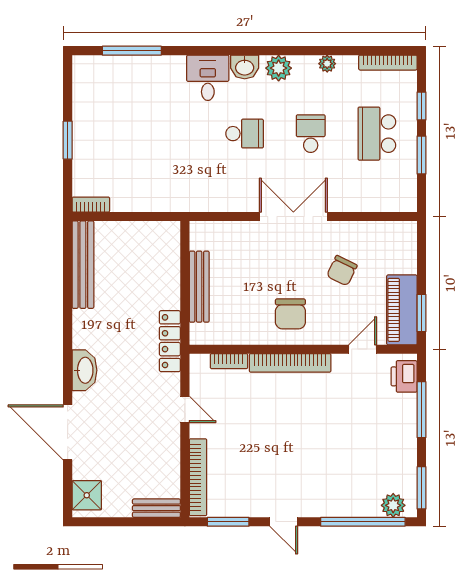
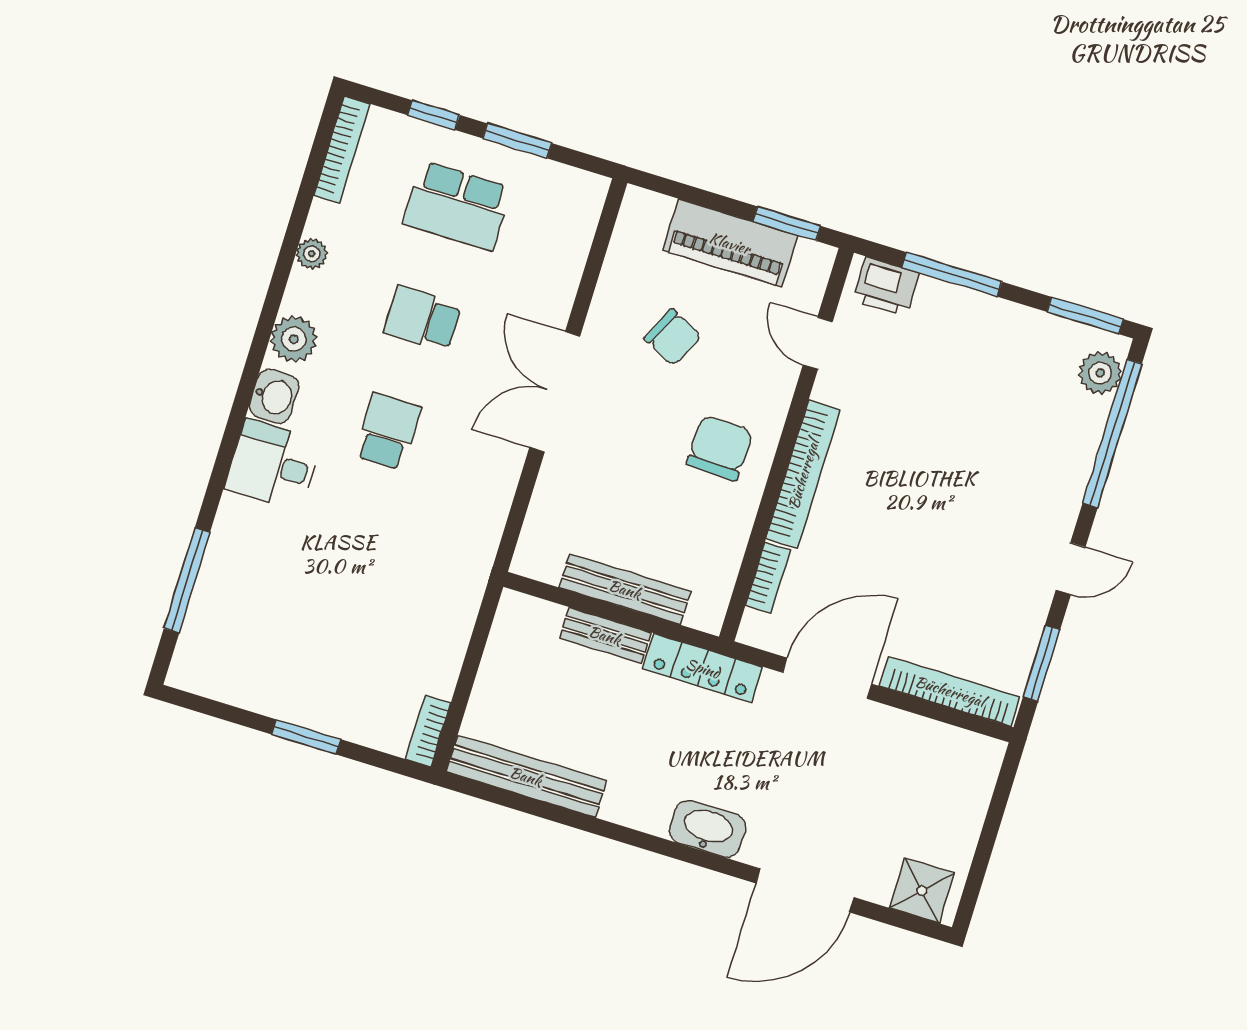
piano: (402, 310) -> (730, 243), moved
chair: (290, 314) -> (720, 448), turned -88
door: (185, 409) -> (827, 678), width x1.87
bench: (156, 508) -> (605, 635), moved, turned 90

